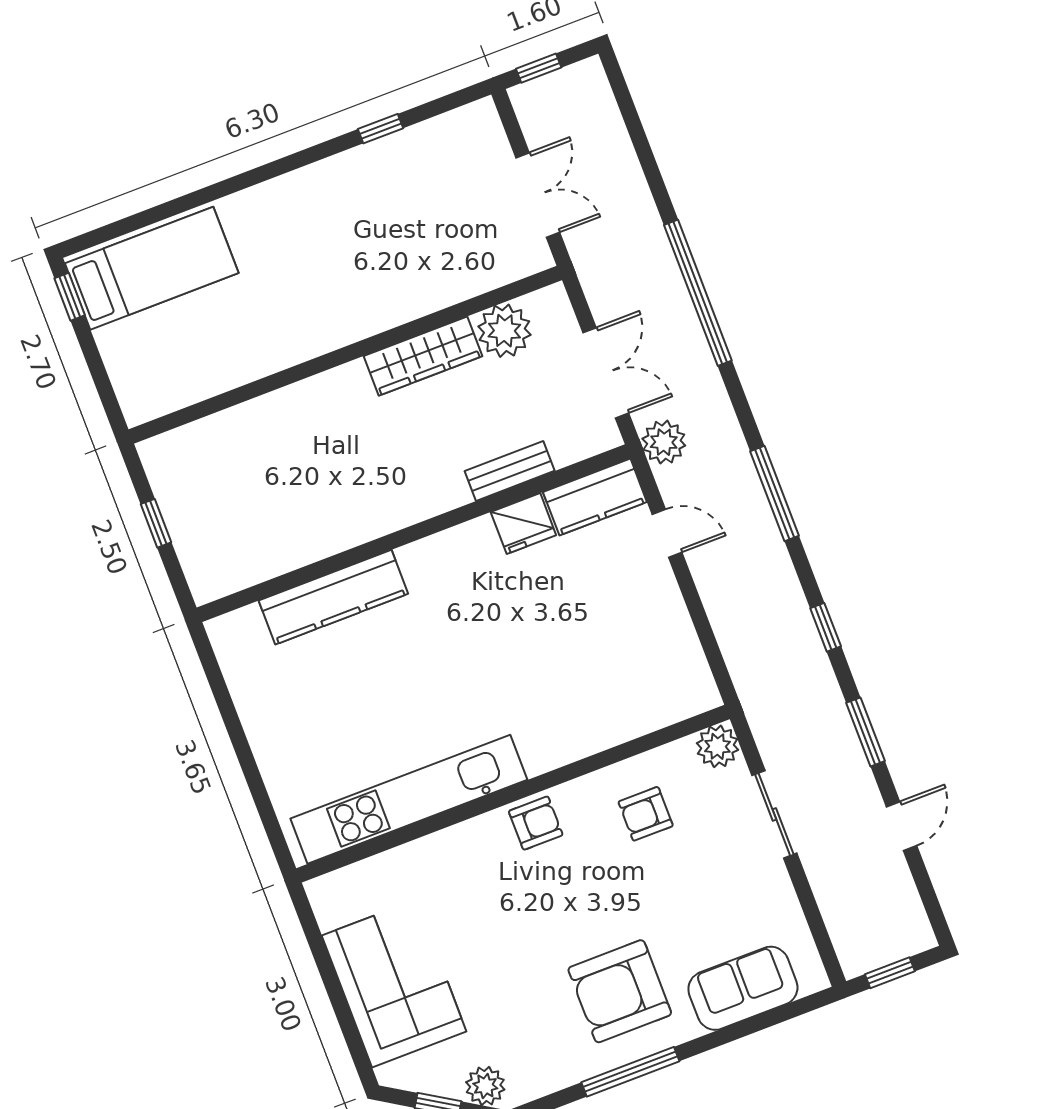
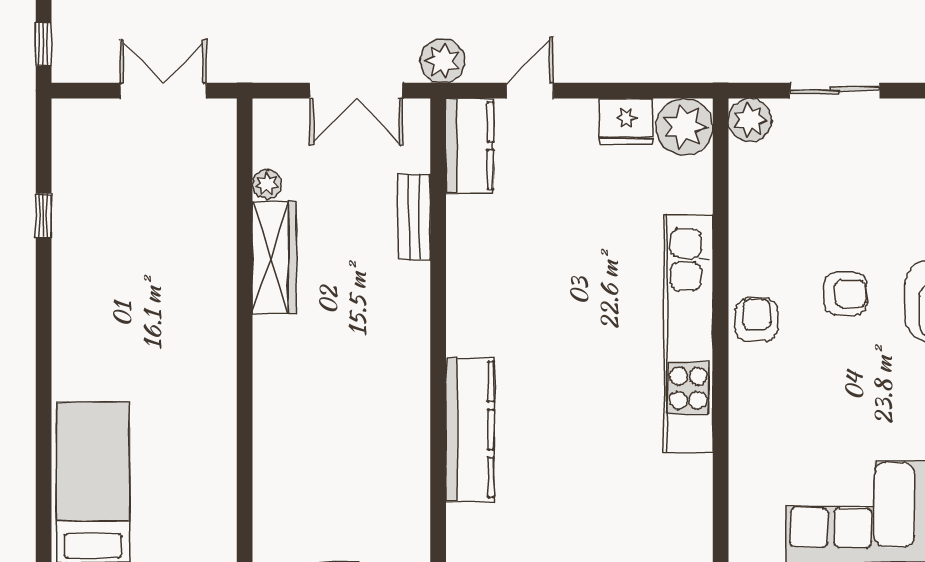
plant: (504, 331) -> (267, 184), width x0.53, depth x0.53
double door: (606, 373) -> (356, 91), swing flipped
fridge: (523, 524) -> (626, 121), moved, turned 90
plant: (688, 689) -> (684, 127), added
kitchen unit: (409, 799) -> (688, 333), moved
armchair: (646, 814) -> (845, 294), moved, turned -90

